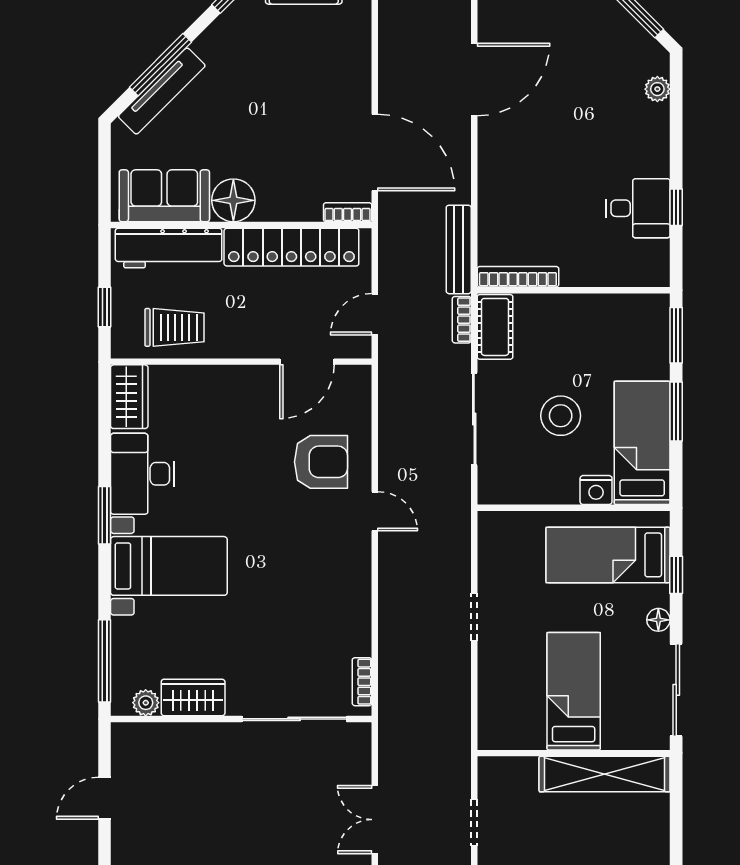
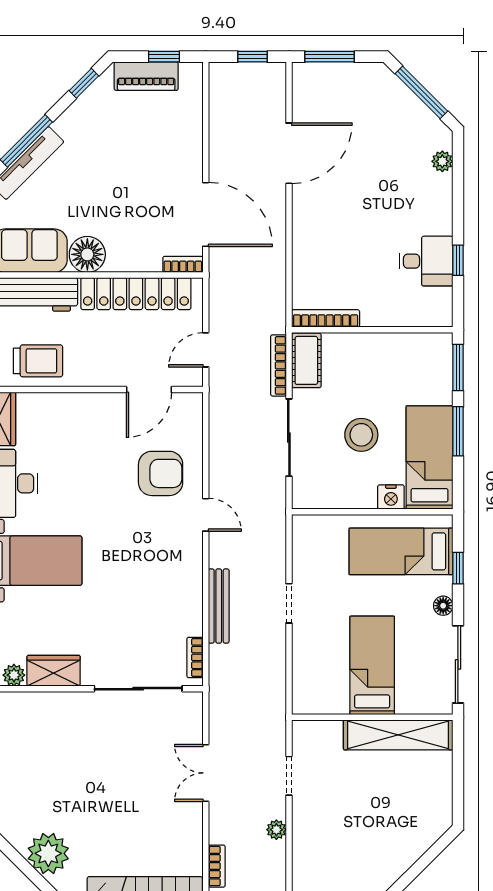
bench: (459, 249) -> (219, 606), moved
bookcase: (462, 320) -> (278, 365), width x1.56

